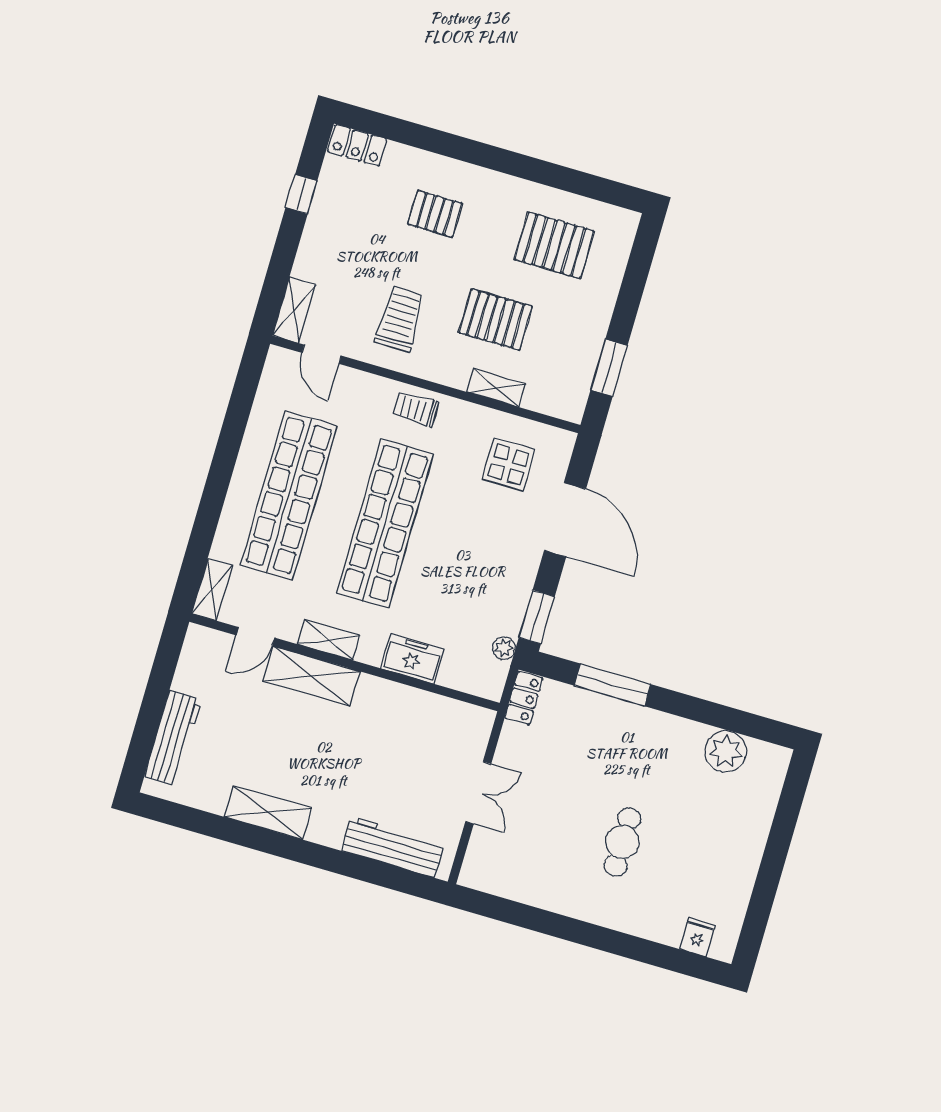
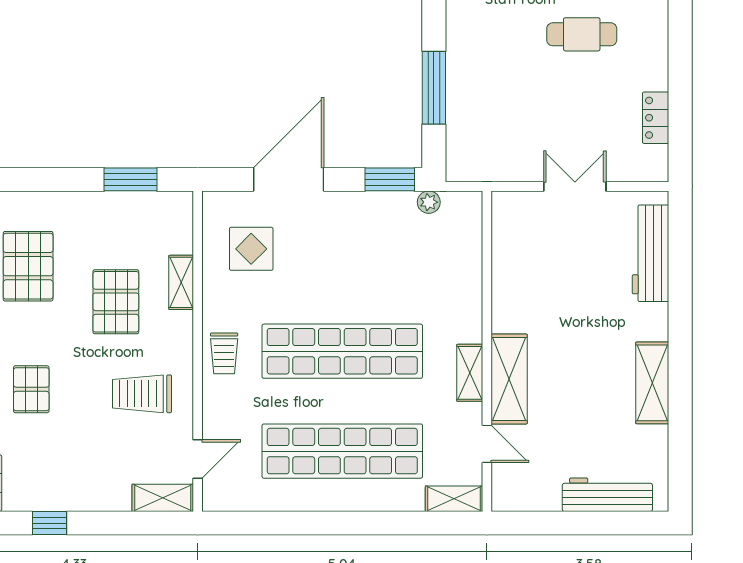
freezer: (412, 659) -> (464, 287), removed
locker: (524, 698) -> (656, 118), moved, turned -90

